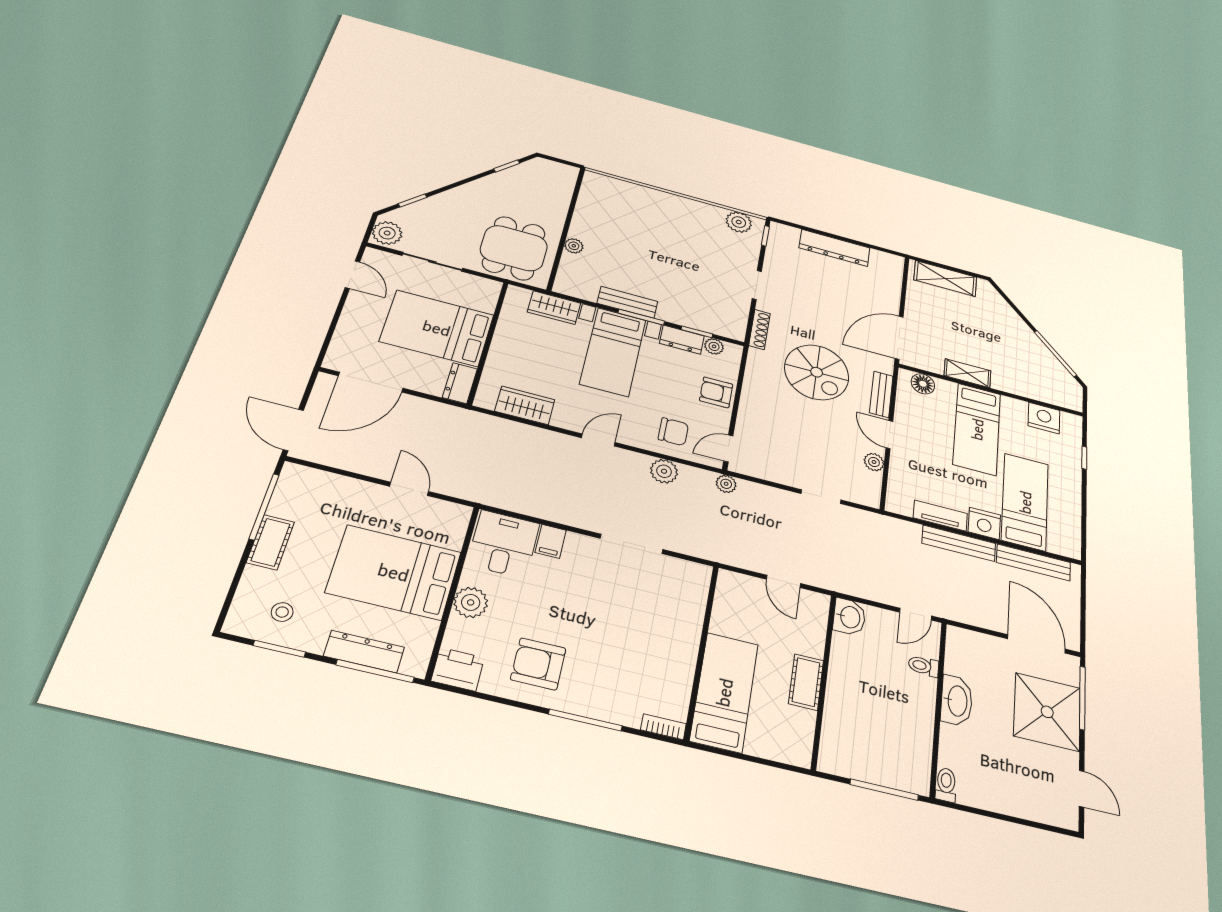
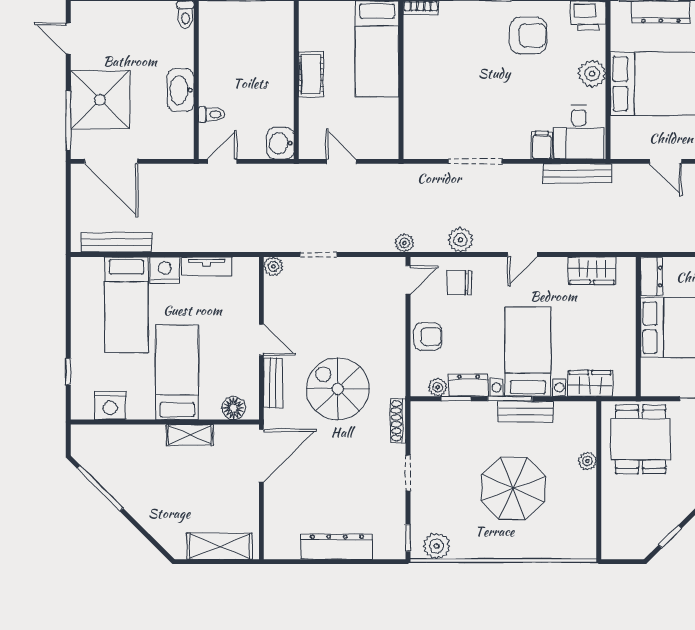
parasol: (654, 245) -> (513, 488), added
plant: (874, 462) -> (273, 266), moved
bench: (959, 543) -> (577, 173), moved

